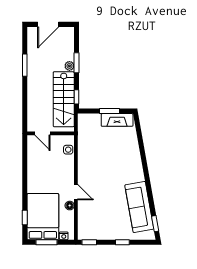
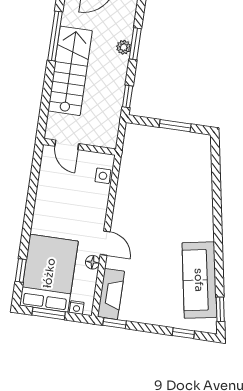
window: (25, 65) -> (55, 36), width x1.44
stairs: (64, 99) -> (70, 71), moved, turned 180
fireplace: (117, 120) -> (111, 294), moved, turned -90
window: (122, 242) -> (183, 333), moved

